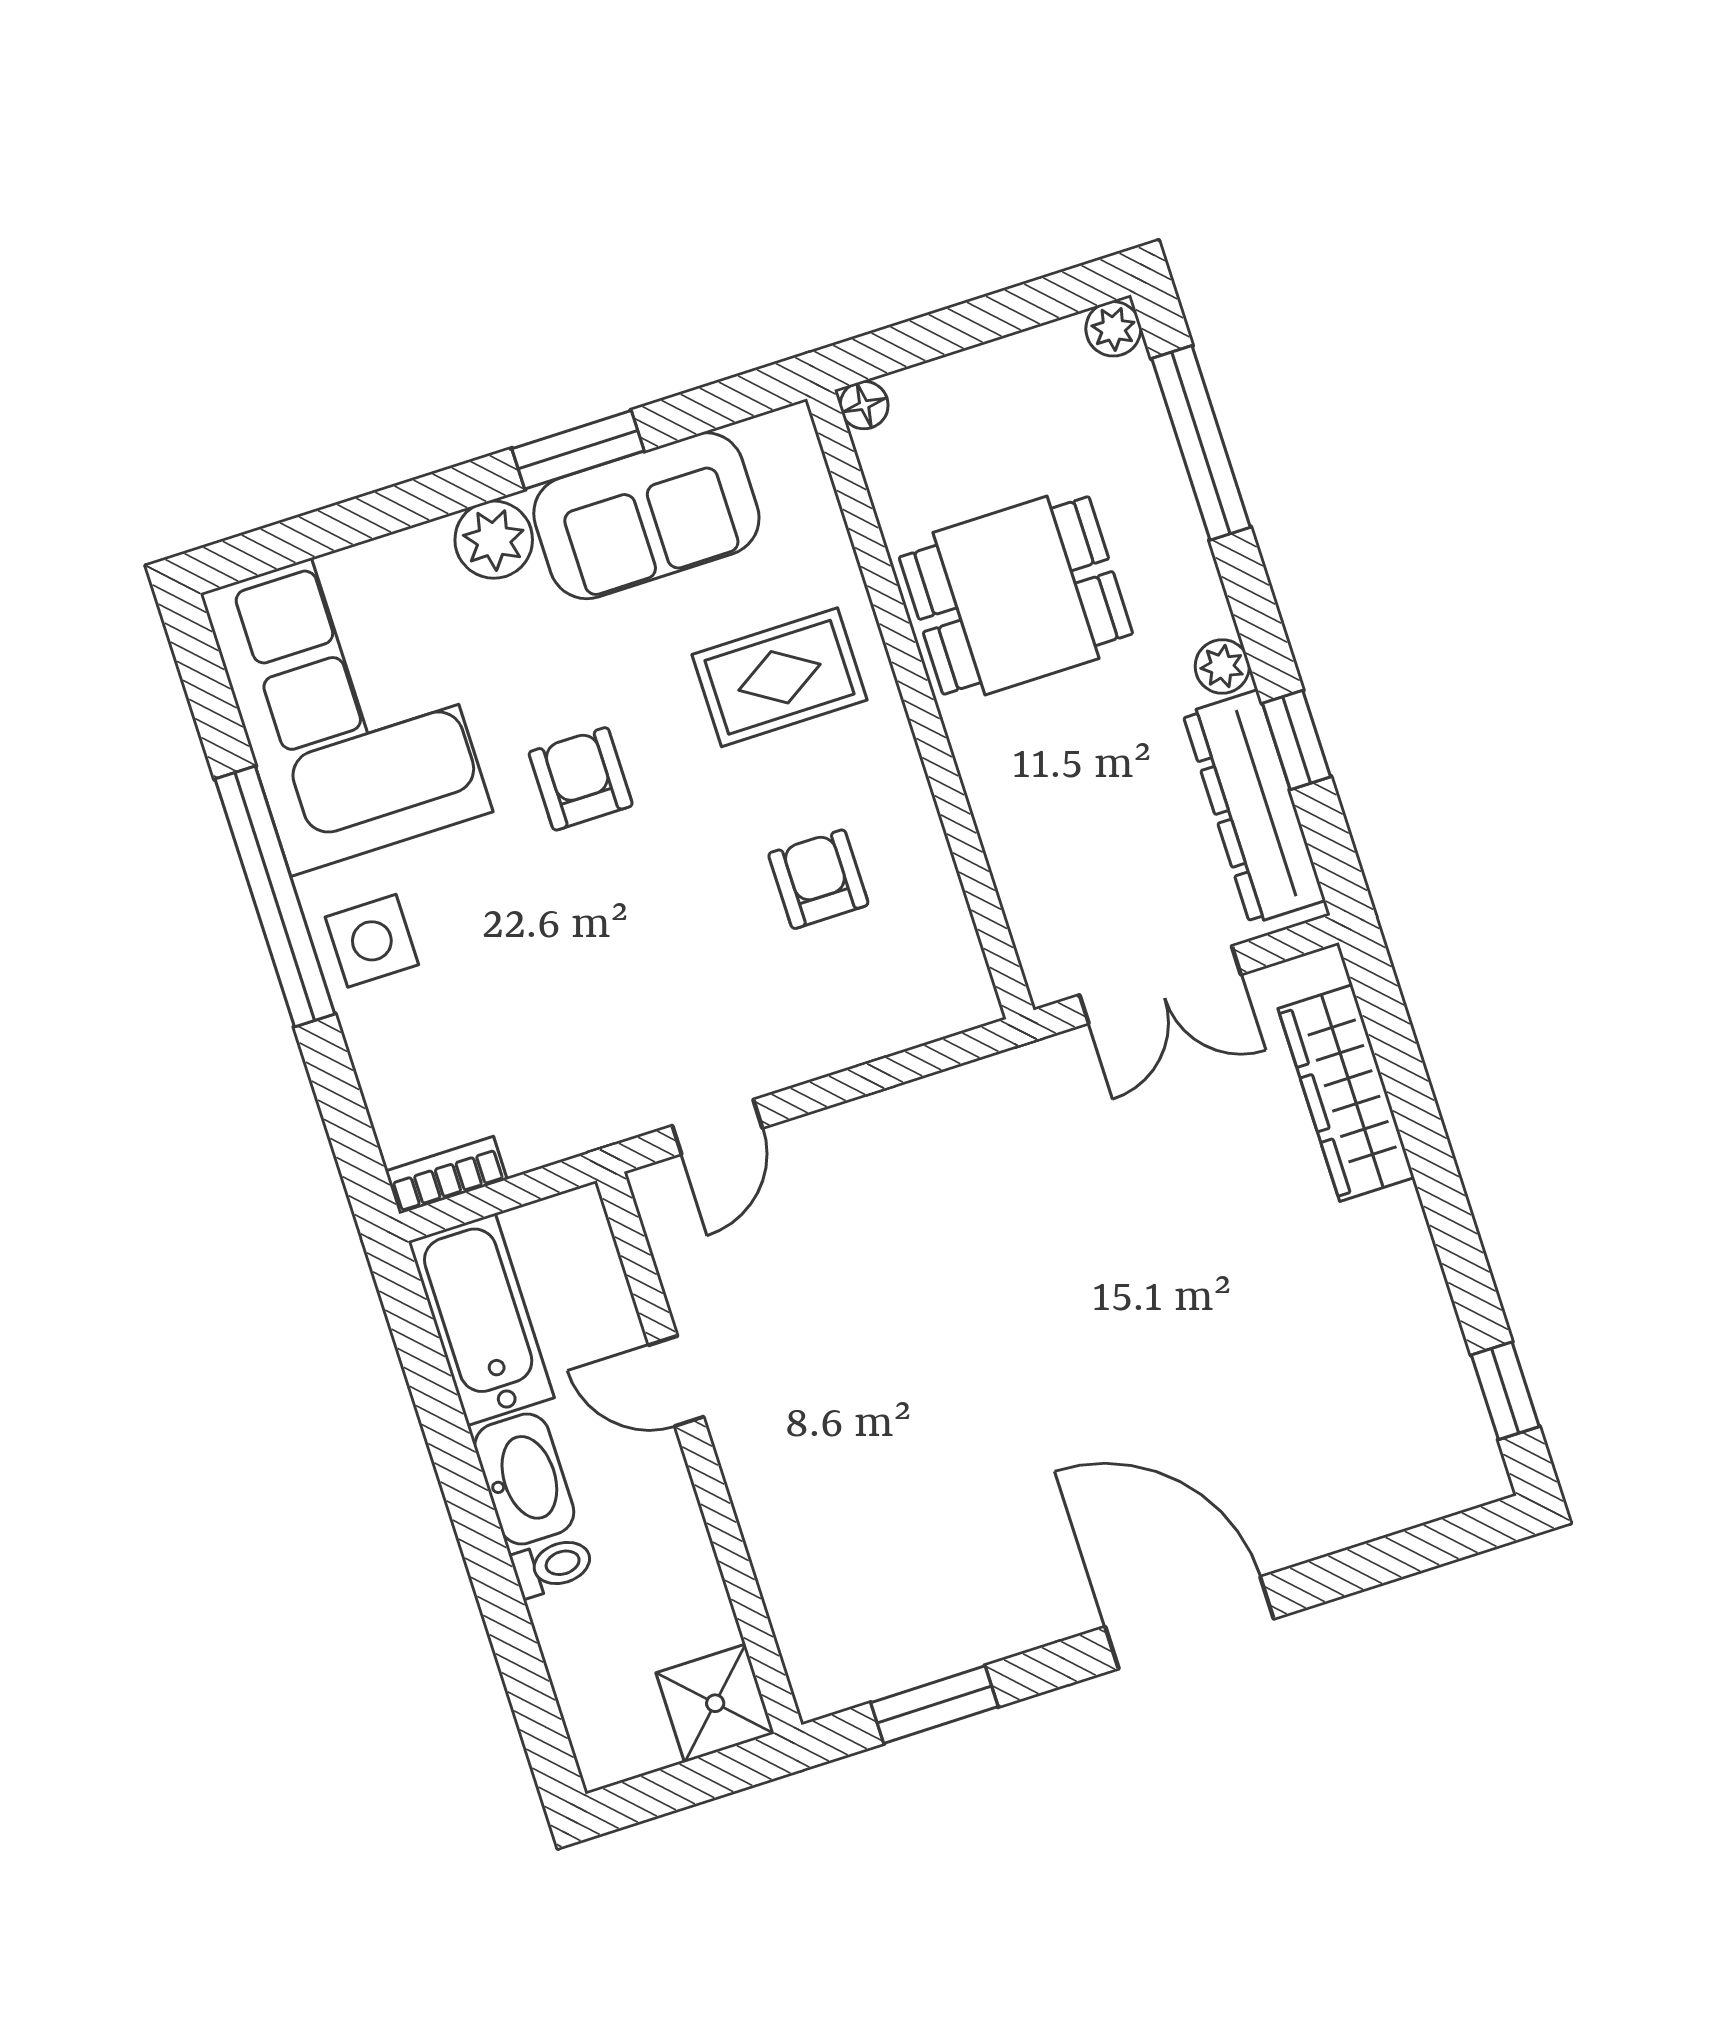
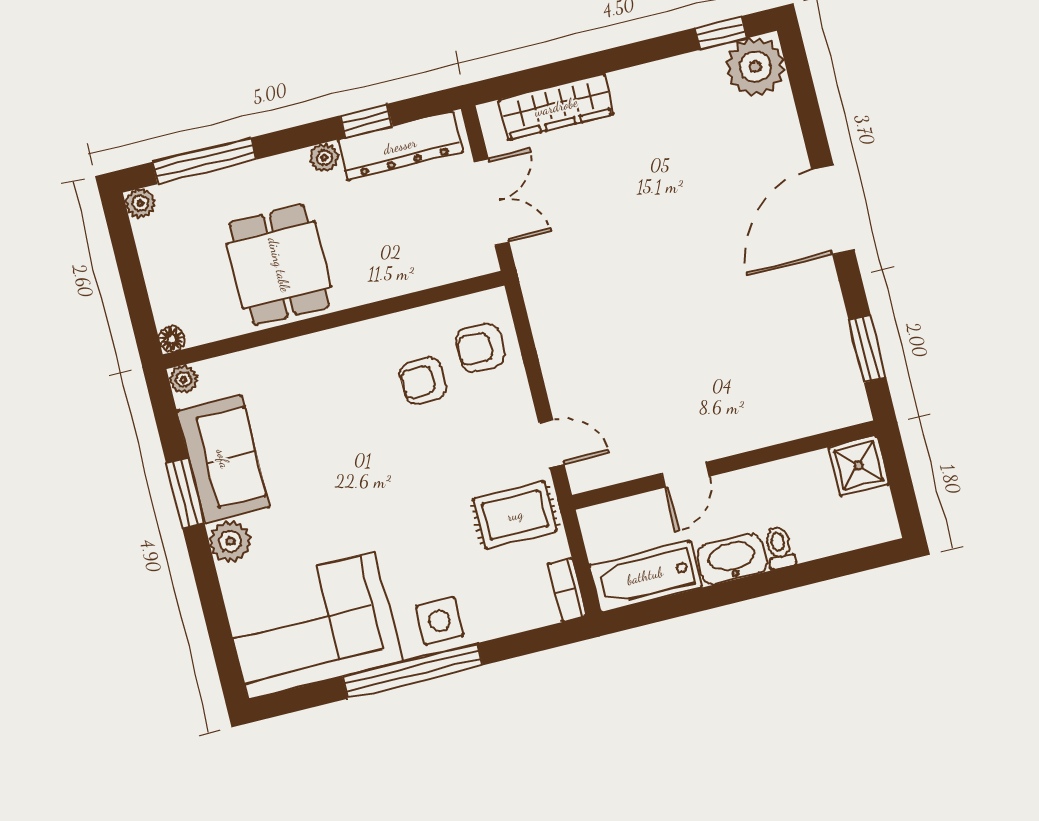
plant: (790, 432) -> (183, 379), added
rug: (780, 677) -> (515, 515), moved, turned 90
armchair: (581, 779) -> (480, 348), moved
plant: (1447, 1460) -> (755, 66), added

